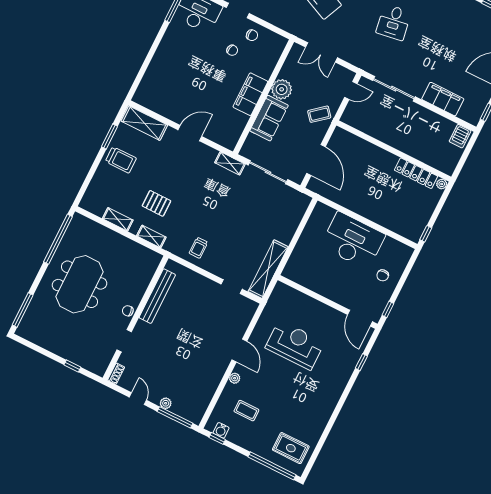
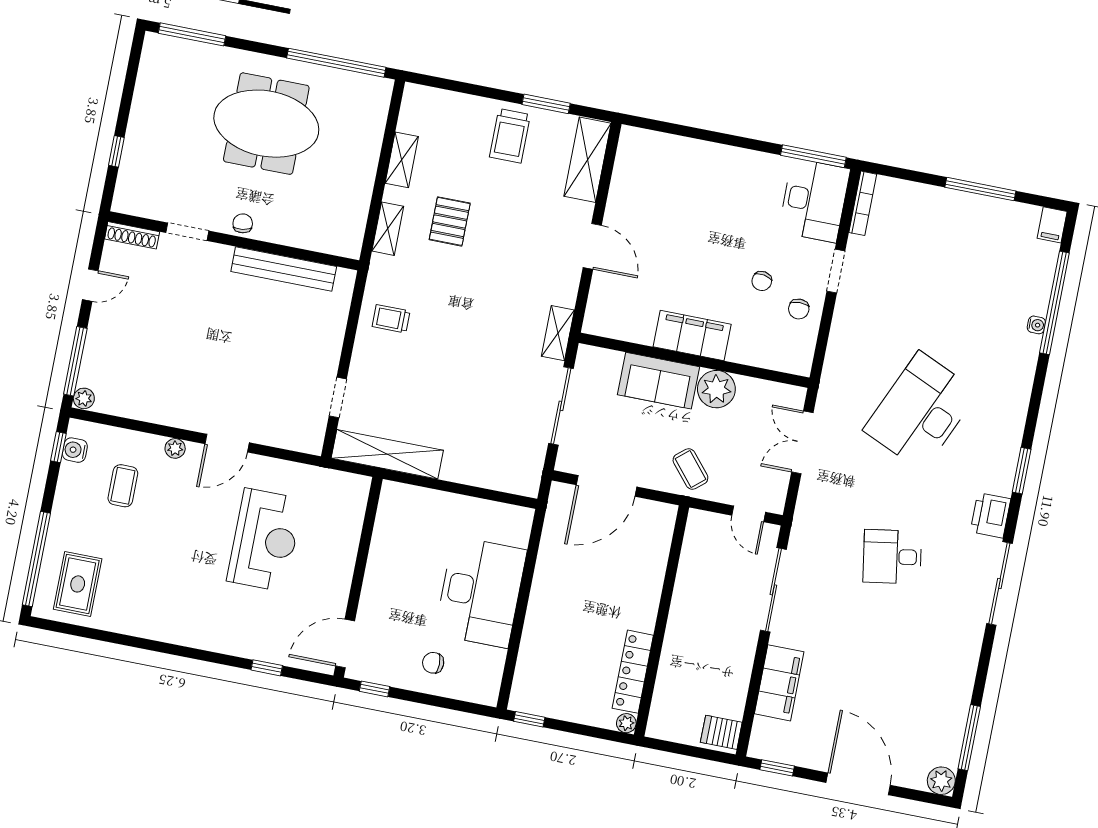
shoe rack: (116, 374) -> (132, 235), width x1.43
plant: (166, 403) -> (84, 398), moved

